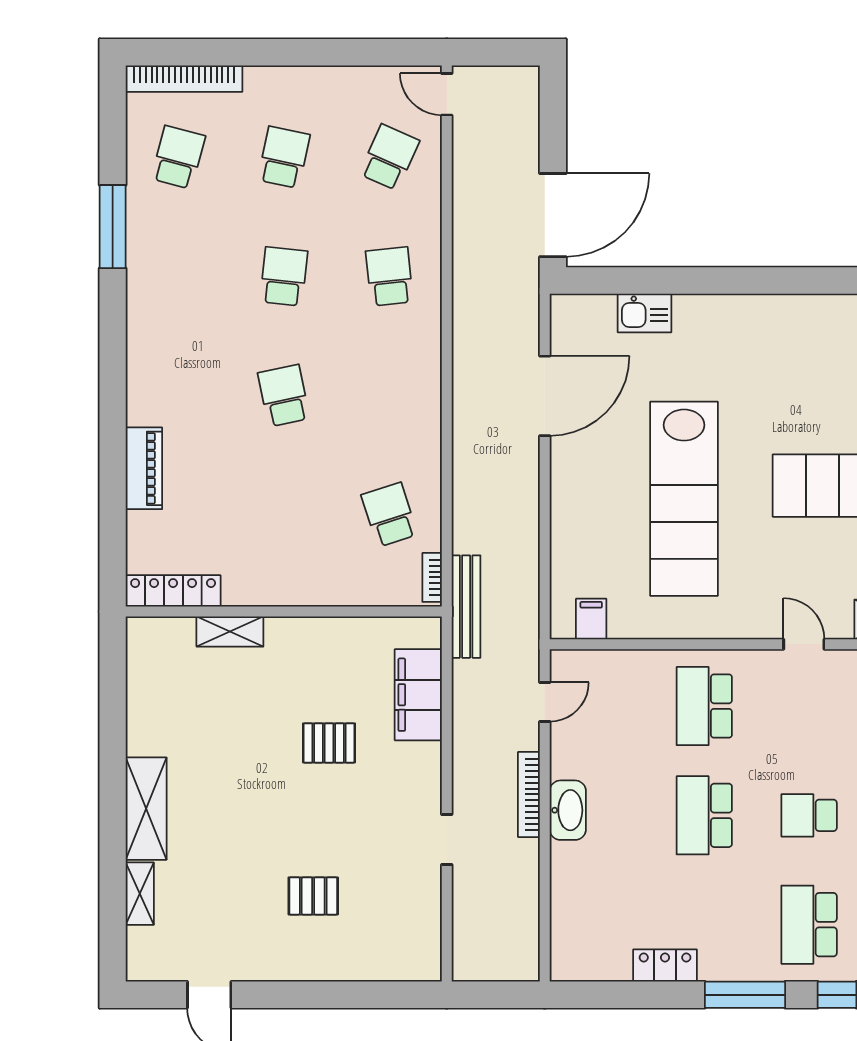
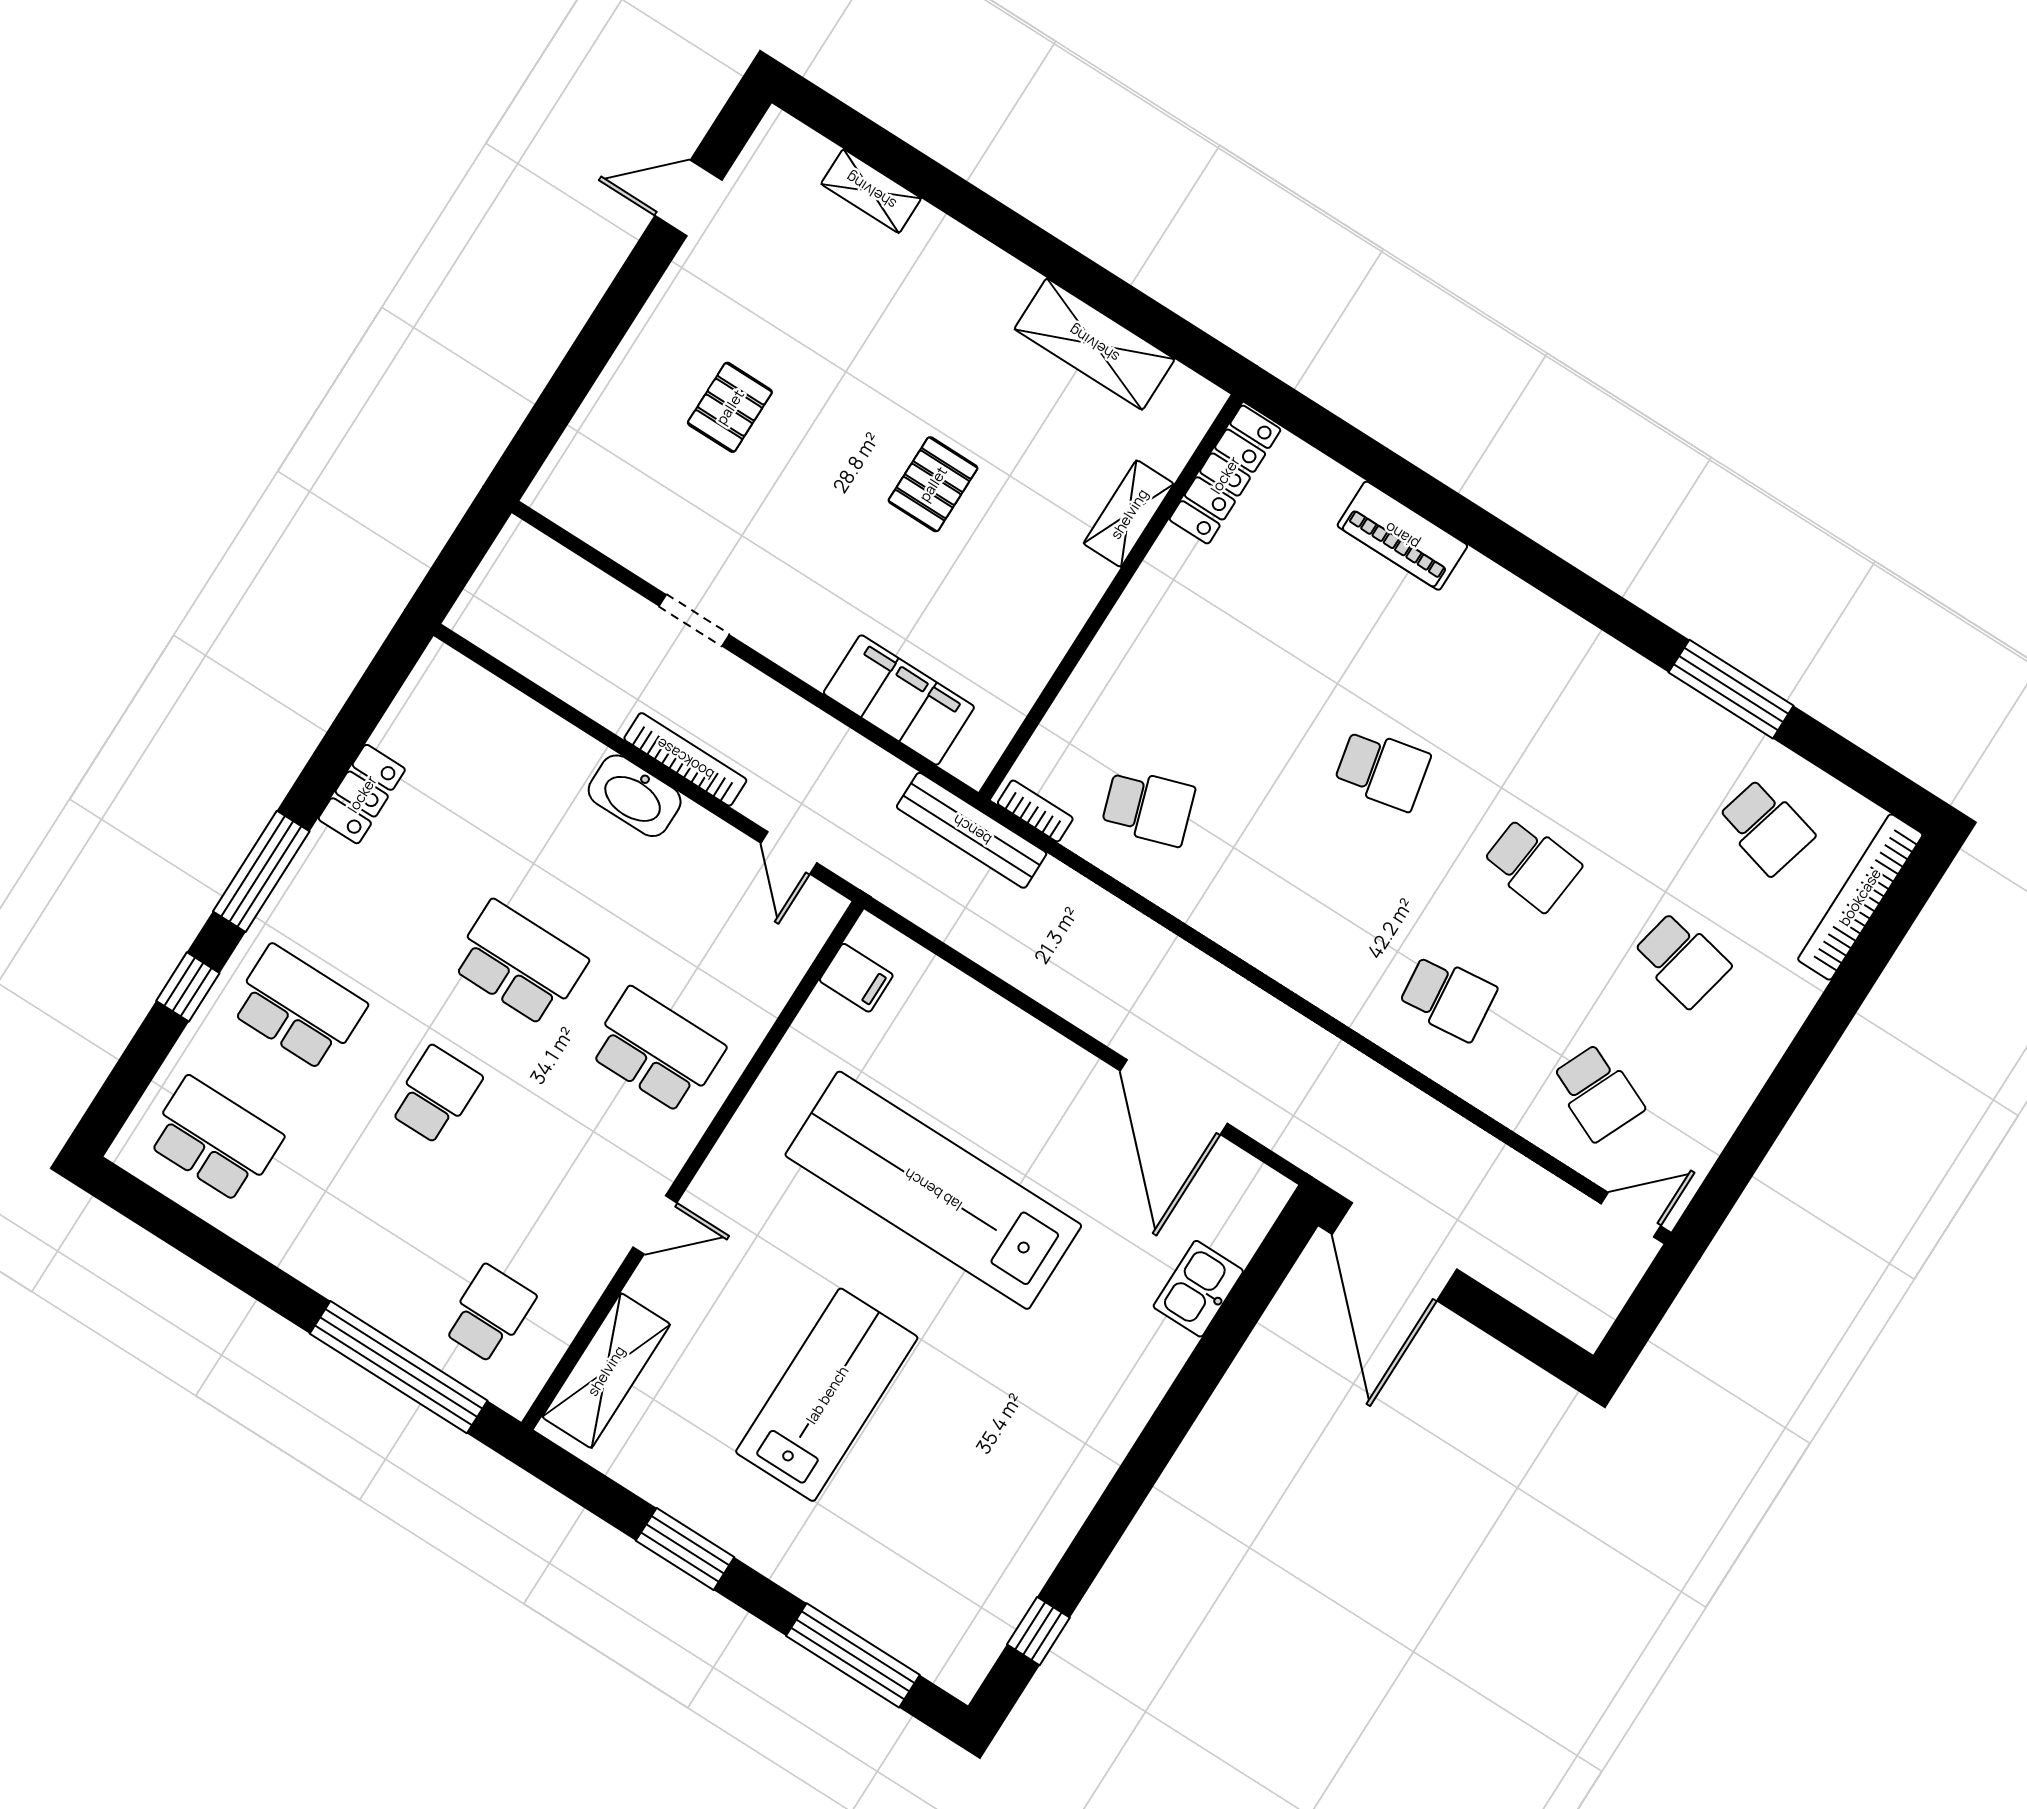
pallet: (329, 743) -> (933, 484), moved
shelving: (146, 809) -> (1094, 344), moved

